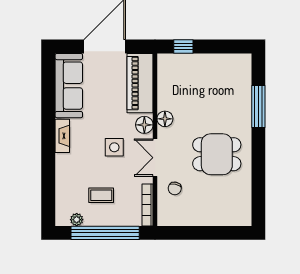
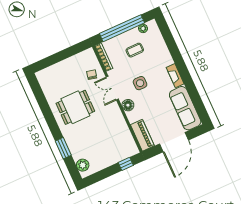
plant: (242, 71) -> (83, 165), added
piano: (140, 83) -> (142, 135), width x0.73, depth x0.75
window: (258, 107) -> (63, 148), width x0.69
floor lamp: (165, 119) -> (117, 115), removed
double door: (155, 158) -> (112, 88), swing flipped

